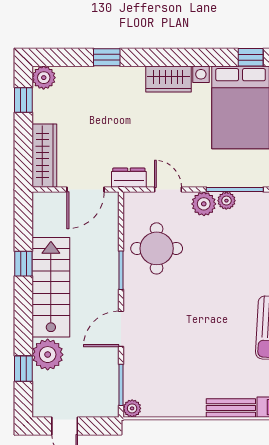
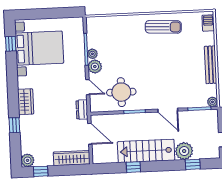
wardrobe: (168, 79) -> (26, 102), moved
door: (168, 190) -> (88, 87), swing flipped
bench: (231, 408) -> (211, 65), moved, width x1.36

